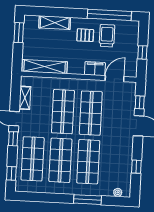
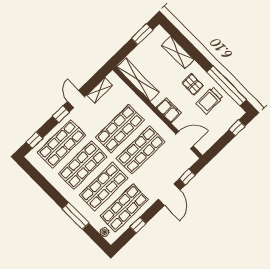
trolley: (107, 36) -> (210, 101), turned 180
window: (142, 52) -> (237, 128), moved
filing cabinet: (95, 69) -> (169, 110), moved
shop shelf: (116, 163) -> (124, 208), added

